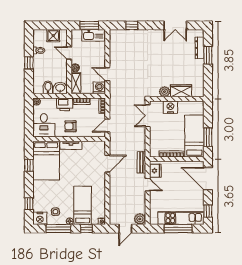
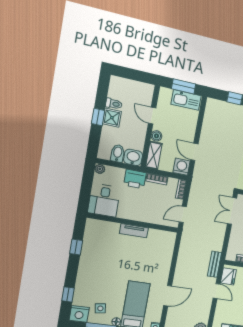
shower: (53, 36) -> (112, 118), moved
armchair: (70, 126) -> (138, 207), removed
bed: (46, 161) -> (99, 245), removed
door: (107, 164) -> (168, 296), moved

